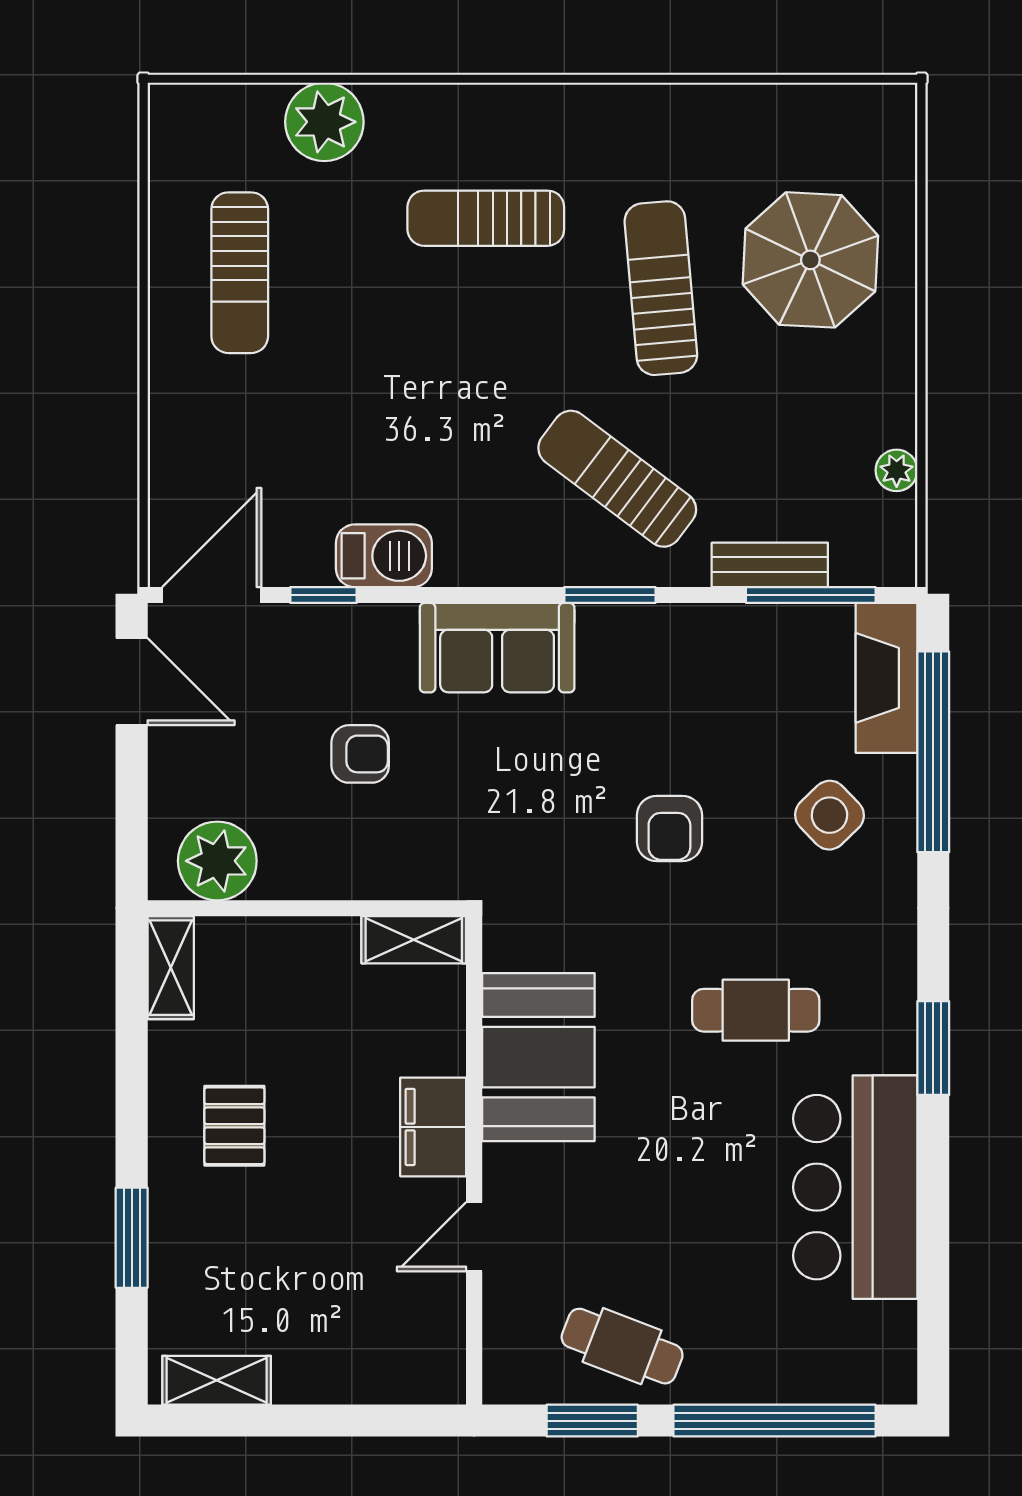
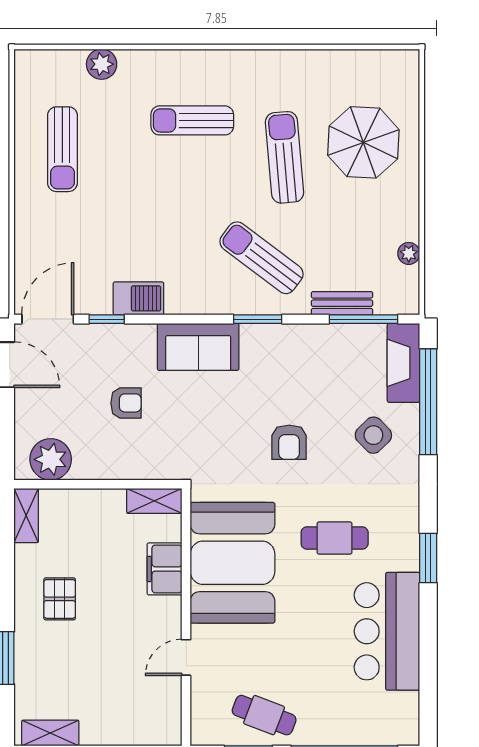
plant: (324, 122) -> (102, 64), width x0.73, depth x0.73
booth: (538, 1057) -> (232, 563), width x1.36, depth x1.42
filing cabinet: (433, 1127) -> (164, 569), moved

